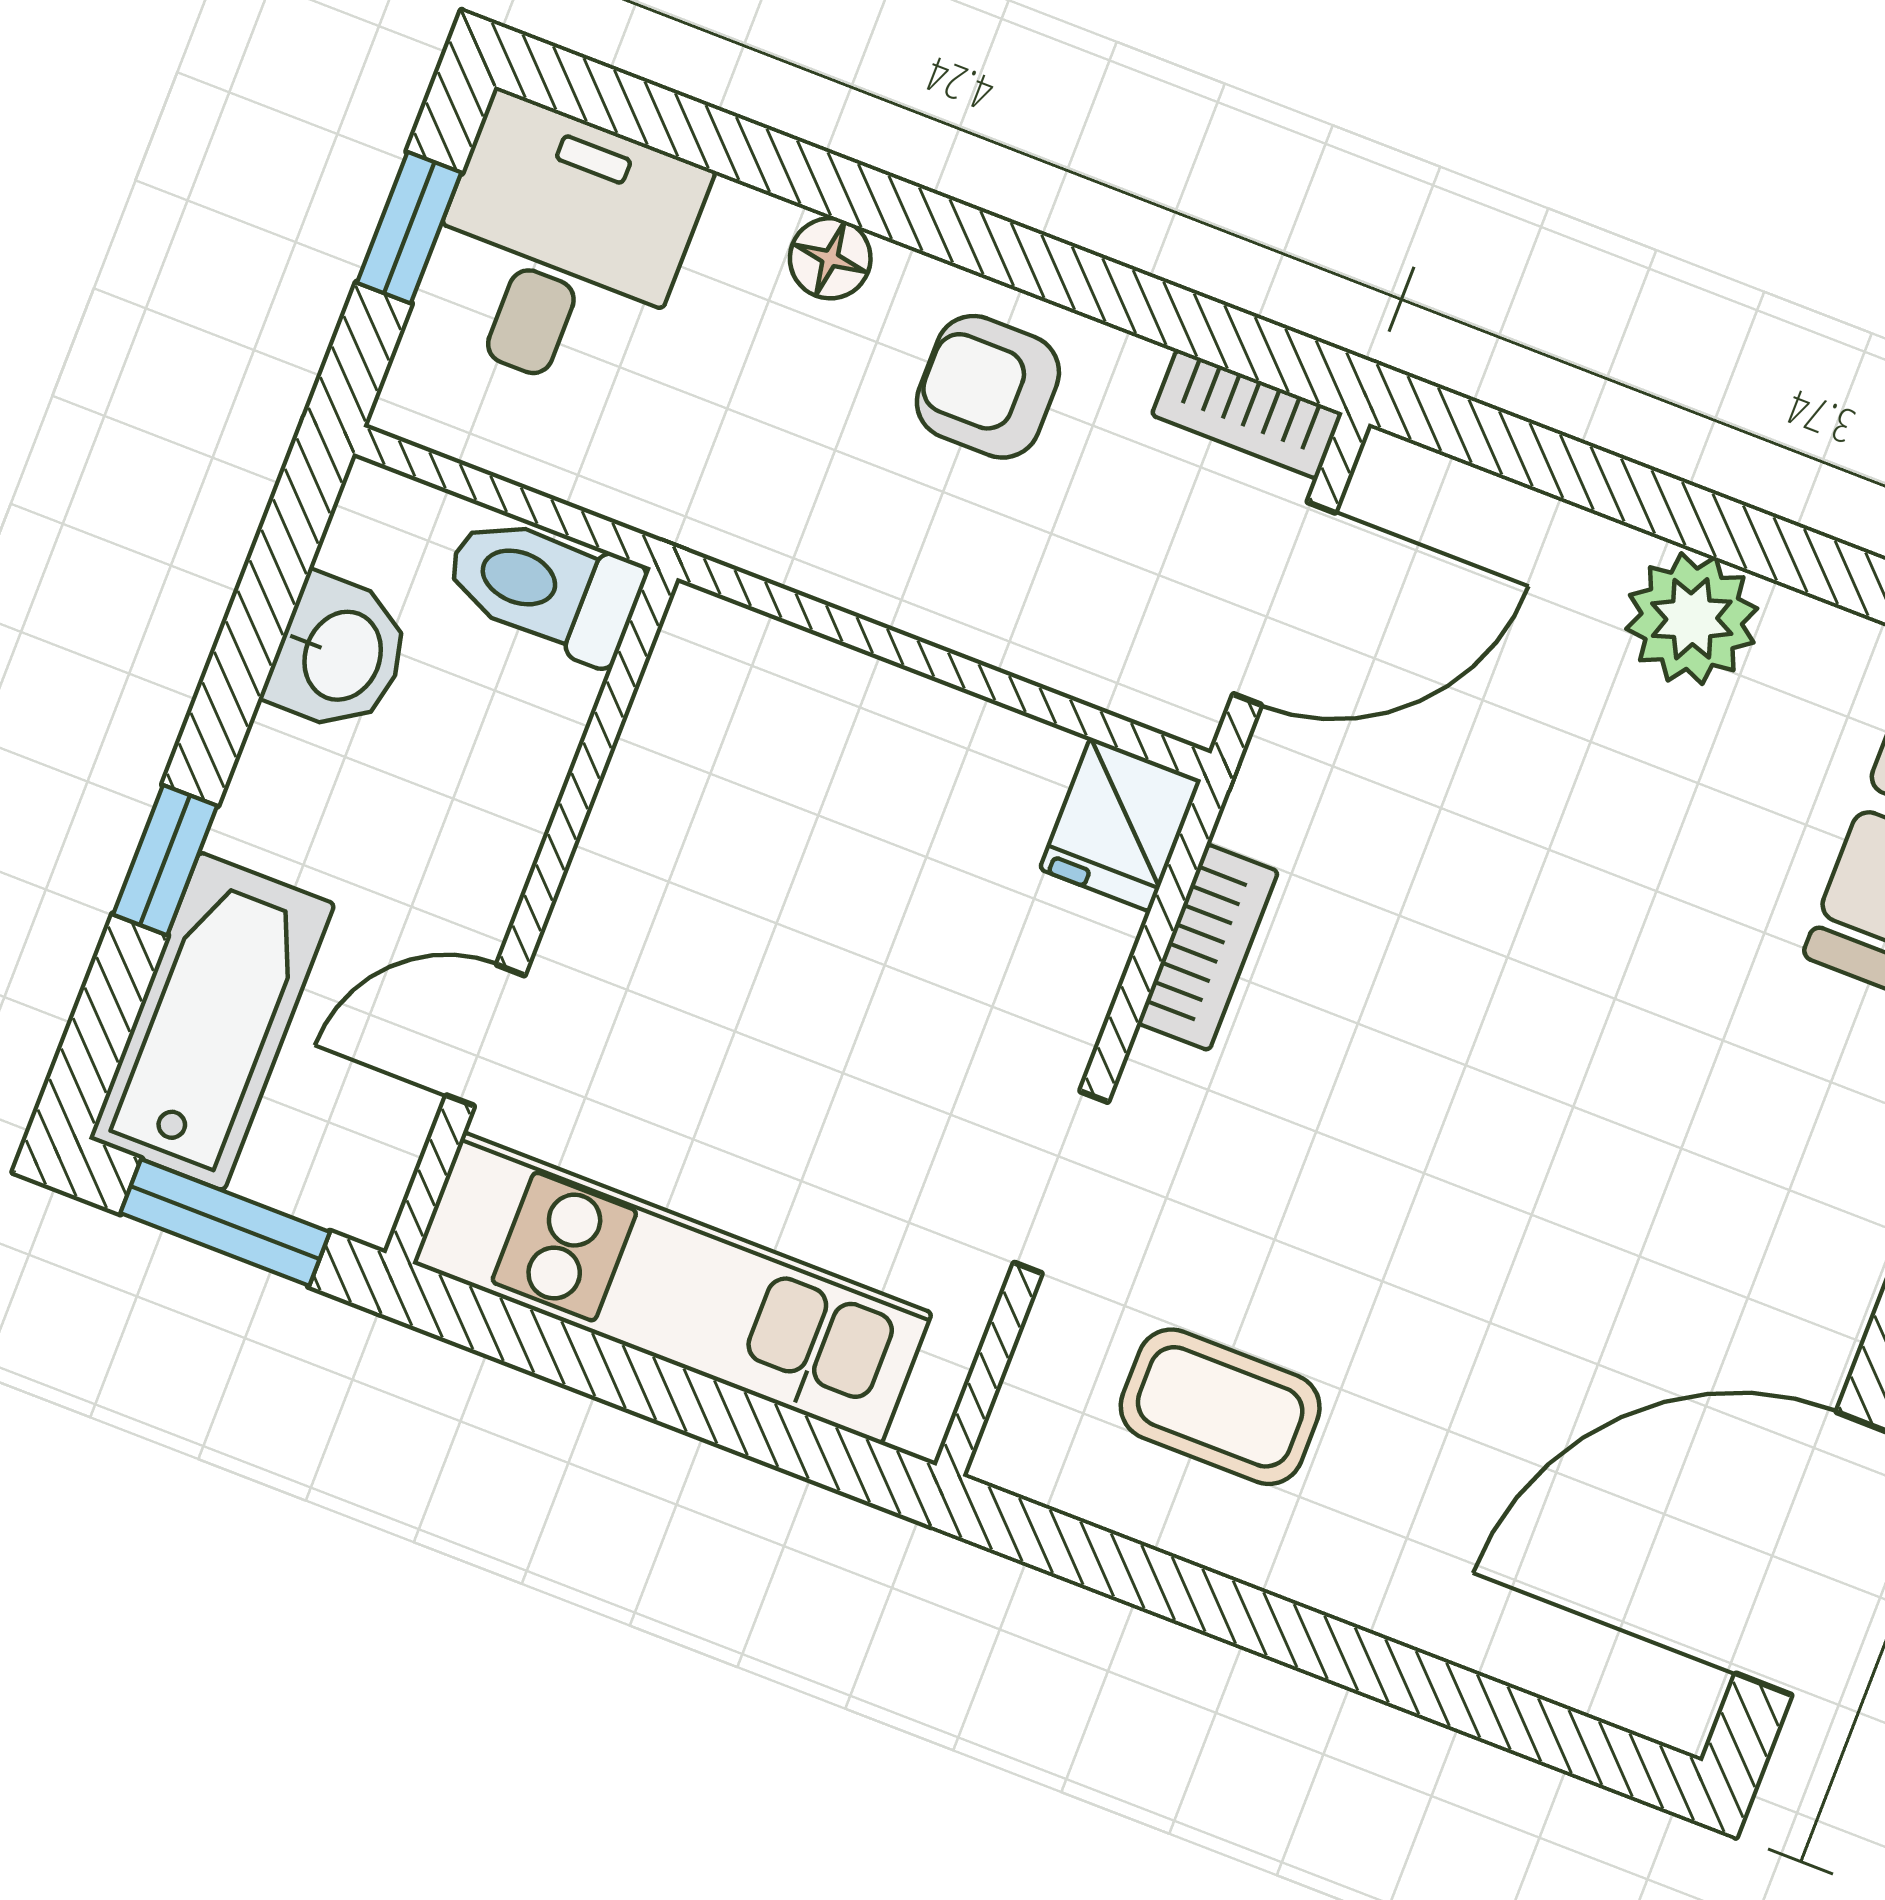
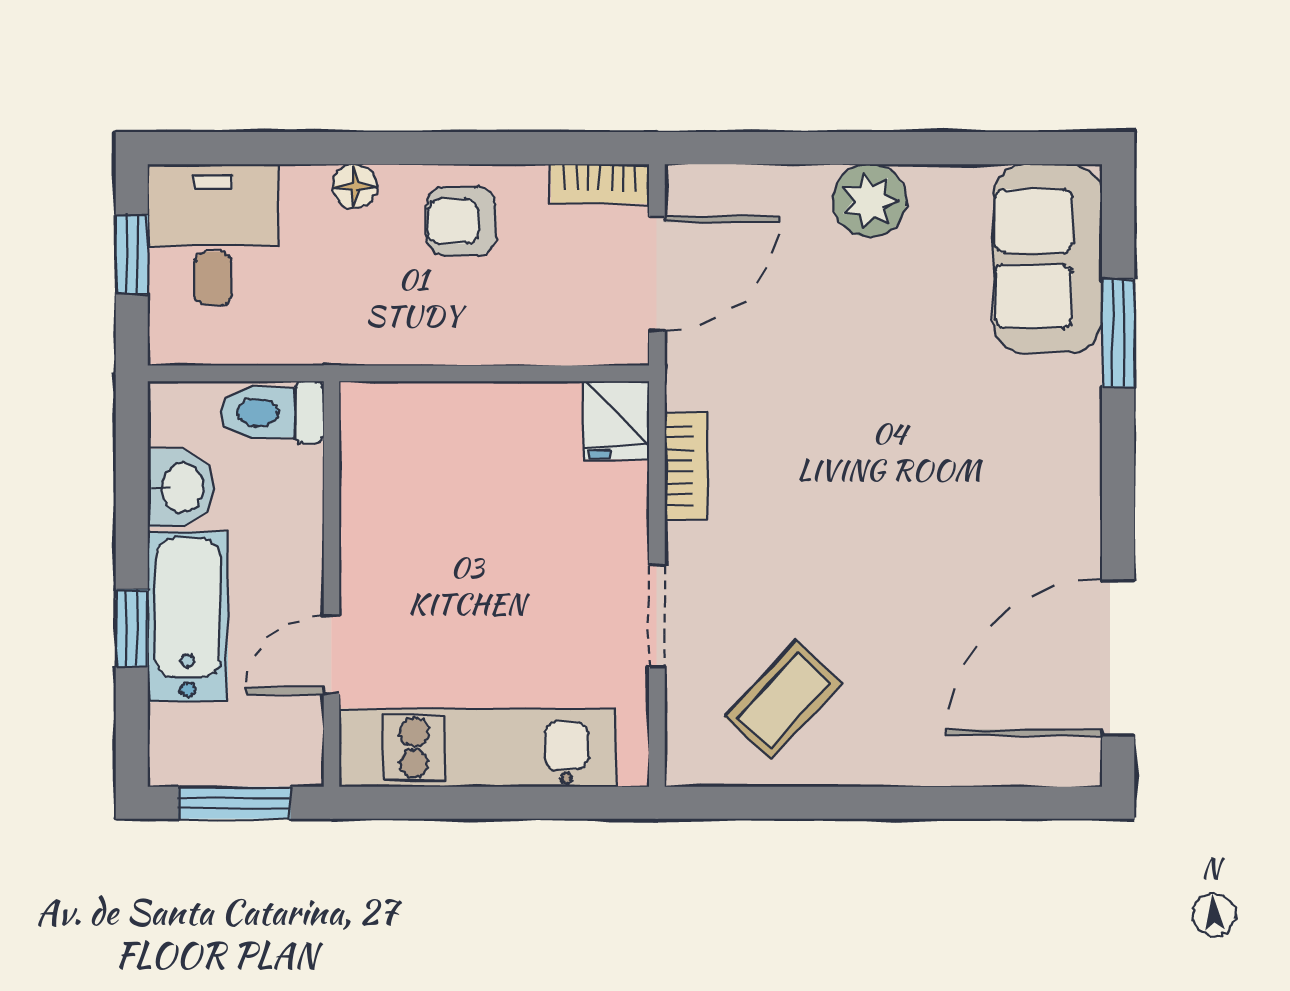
bathtub: (212, 1021) -> (188, 617), moved
coffee table: (1220, 1407) -> (783, 700), turned -47

